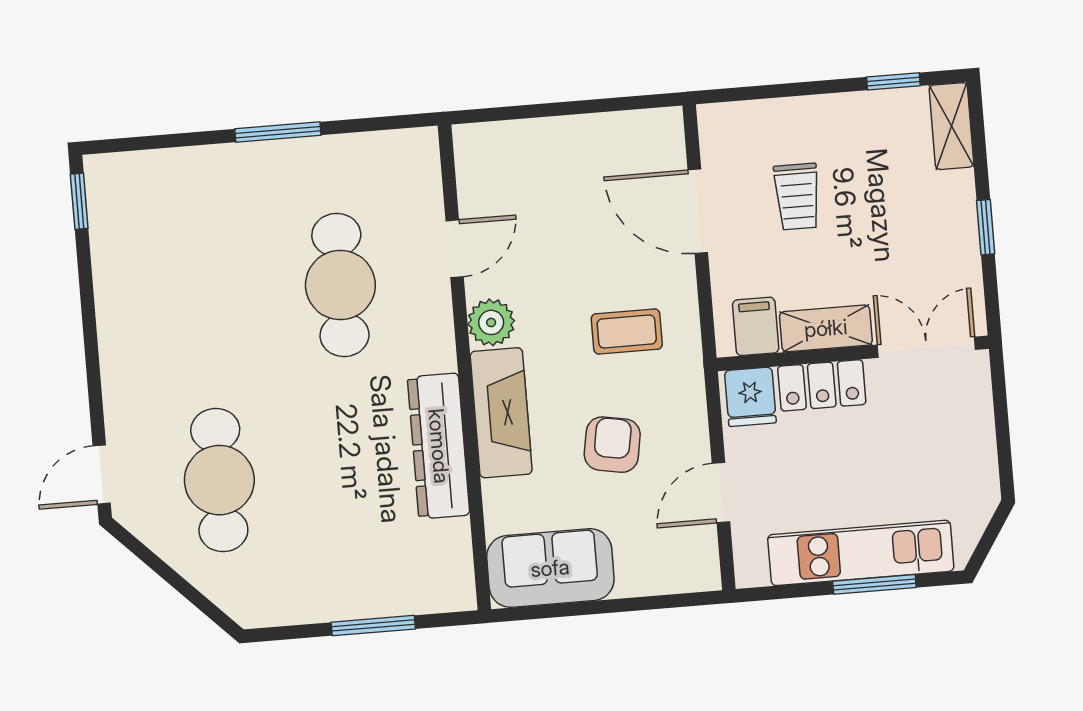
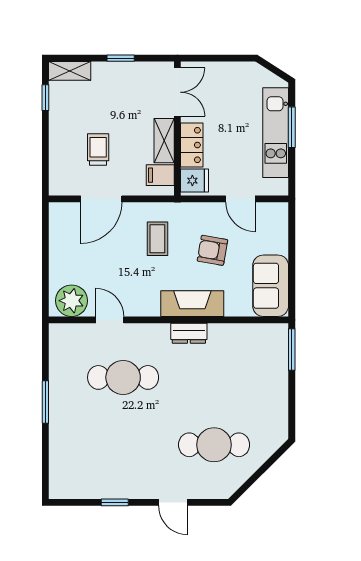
trolley: (797, 197) -> (98, 149), turned -90
window: (79, 201) -> (115, 502), moved
plant: (491, 322) -> (72, 301), moved, width x1.36, depth x1.36
double door: (926, 347) -> (177, 92), swing flipped
dresser: (439, 446) -> (189, 333), width x0.51, depth x0.80
door: (102, 475) -> (173, 502), moved
window: (373, 626) -> (292, 349), moved

